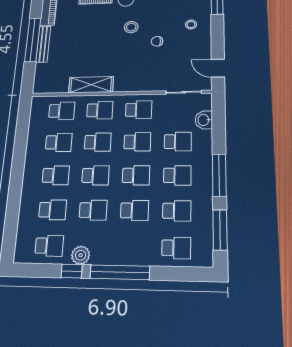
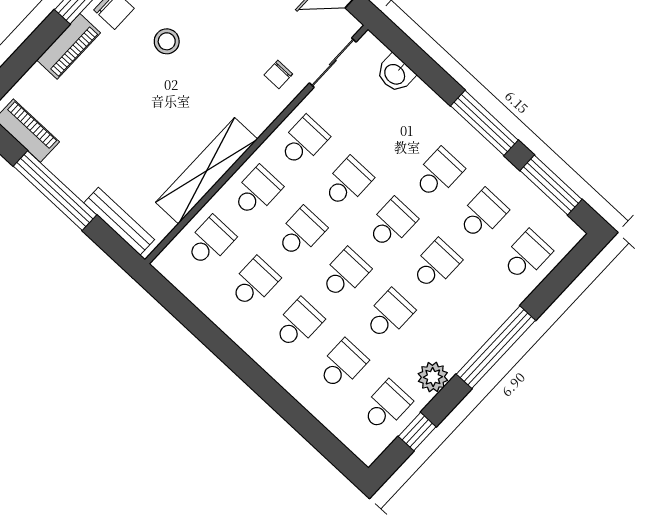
chair: (157, 41) -> (278, 74), moved
bench: (43, 44) -> (119, 221), moved
shelving: (91, 85) -> (207, 171), width x1.47
school desk: (178, 142) -> (394, 132), removed
window: (72, 271) -> (417, 432), moved

